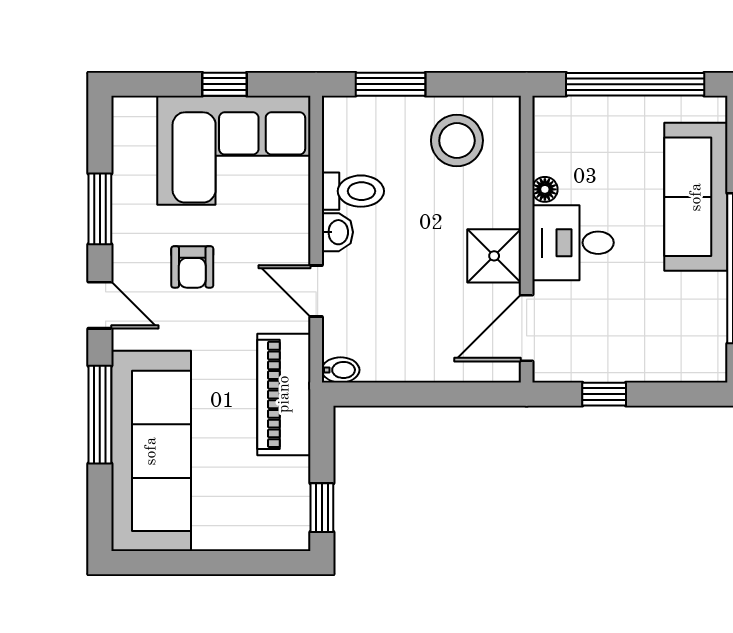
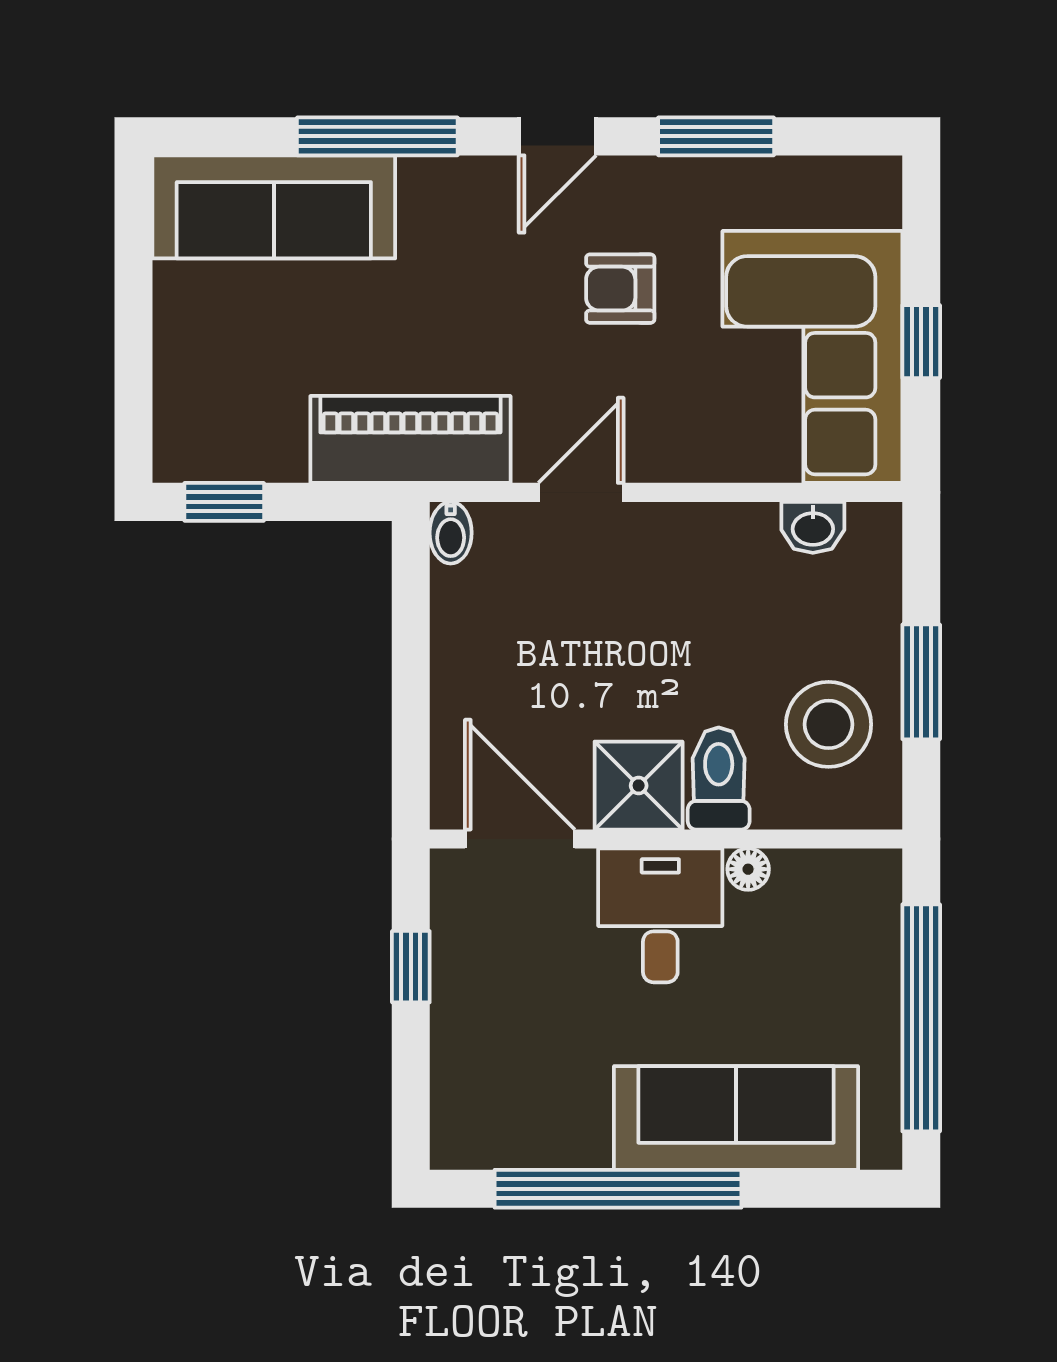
window: (390, 84) -> (921, 682), moved
toilet: (353, 191) -> (719, 779), moved, turned 180
washbasin: (337, 232) -> (813, 527), moved
sofa: (151, 451) -> (274, 207), width x0.74, depth x0.79

